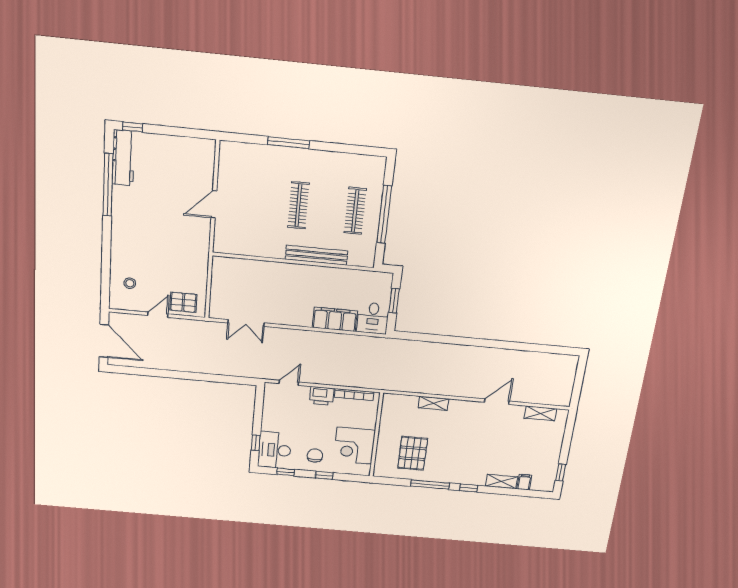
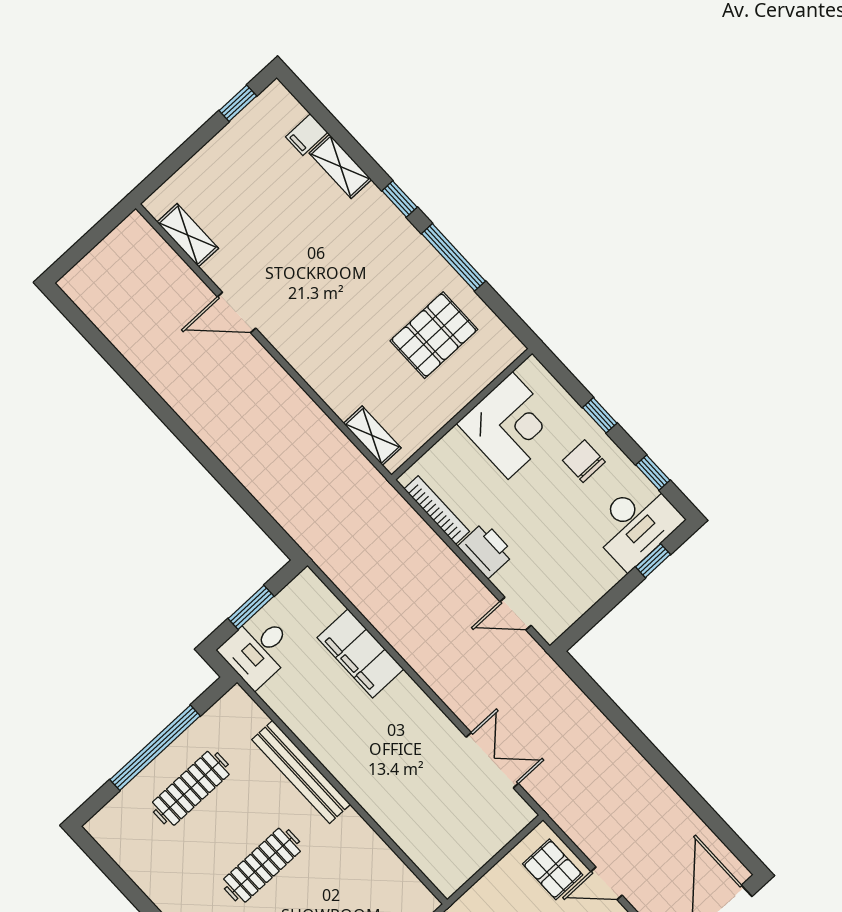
desk: (373, 318) -> (258, 650), moved, turned 180
shelving: (433, 403) -> (372, 436), moved
chair: (315, 456) -> (584, 461), turned 90

